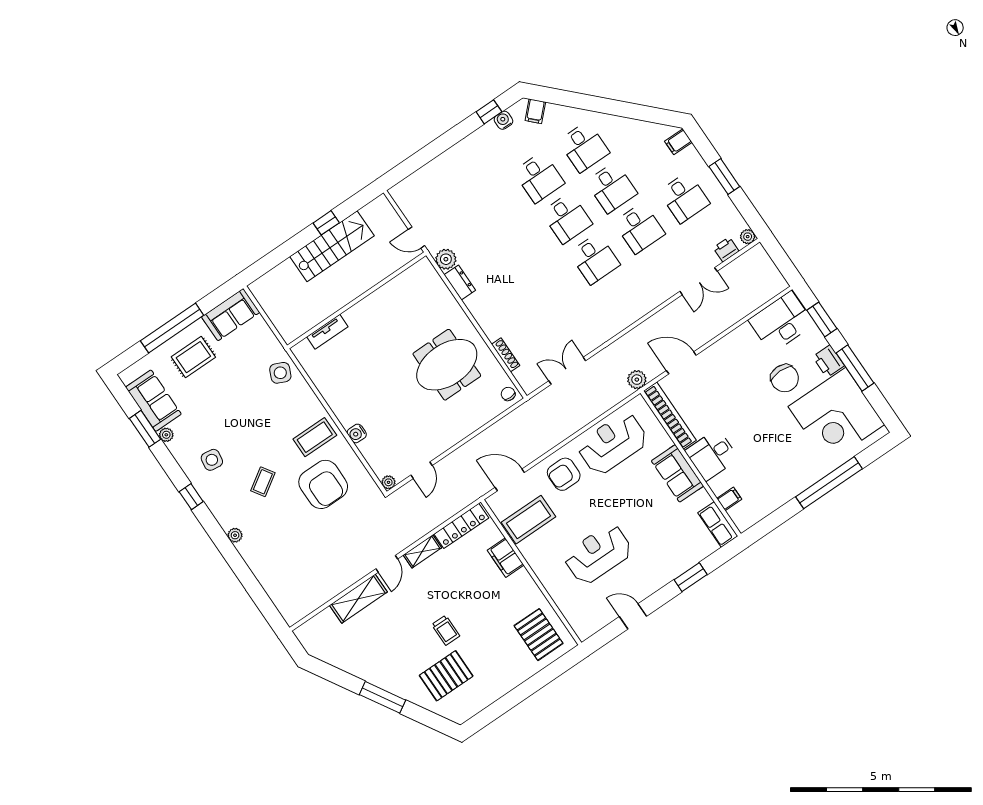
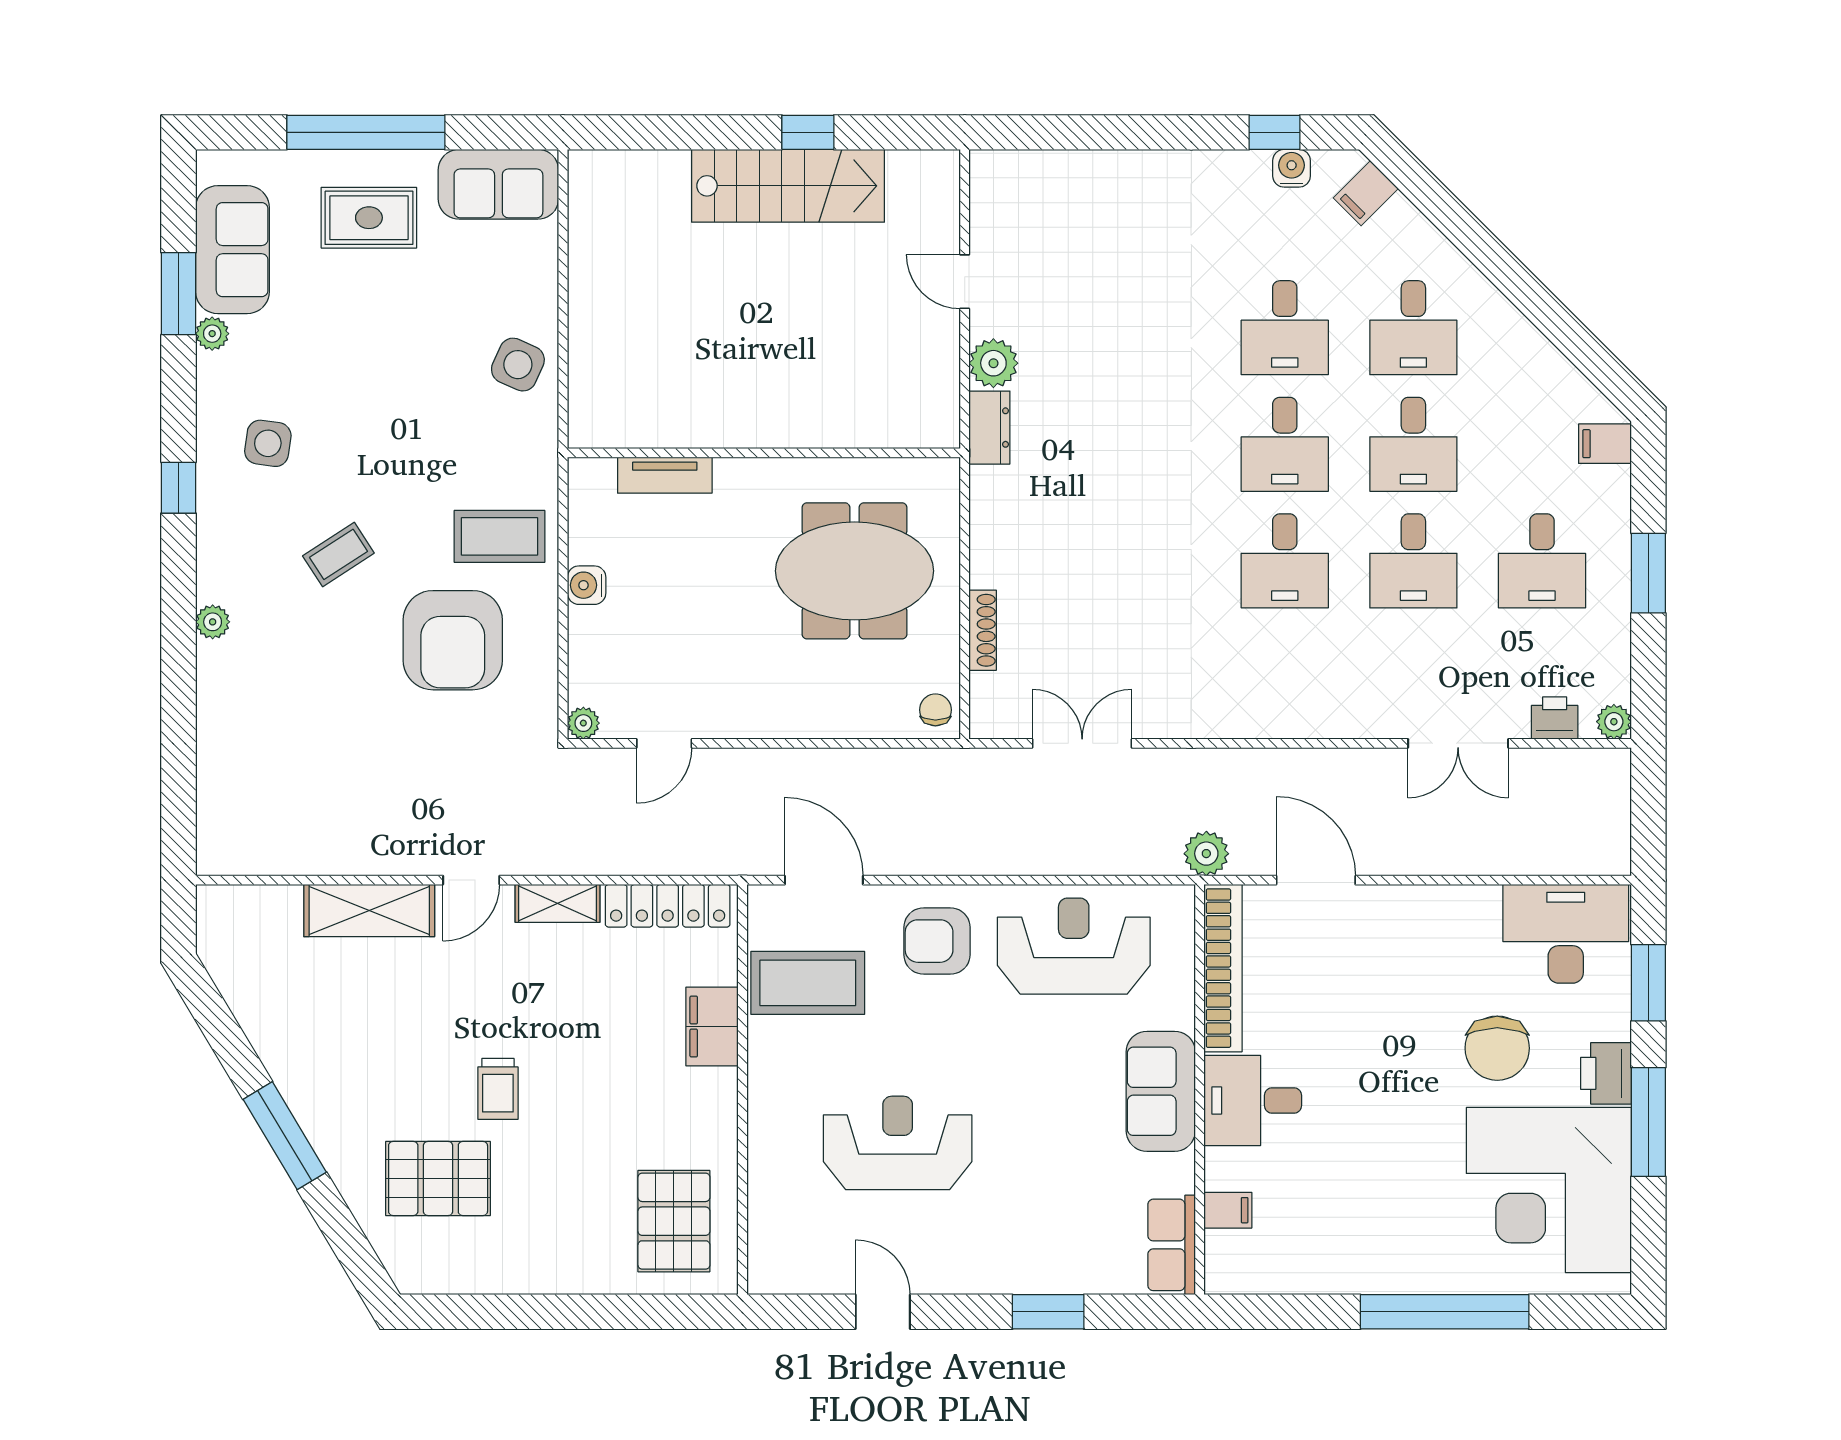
wall: (357, 300) -> (764, 453), moved
tv unit: (327, 332) -> (665, 475), moved

